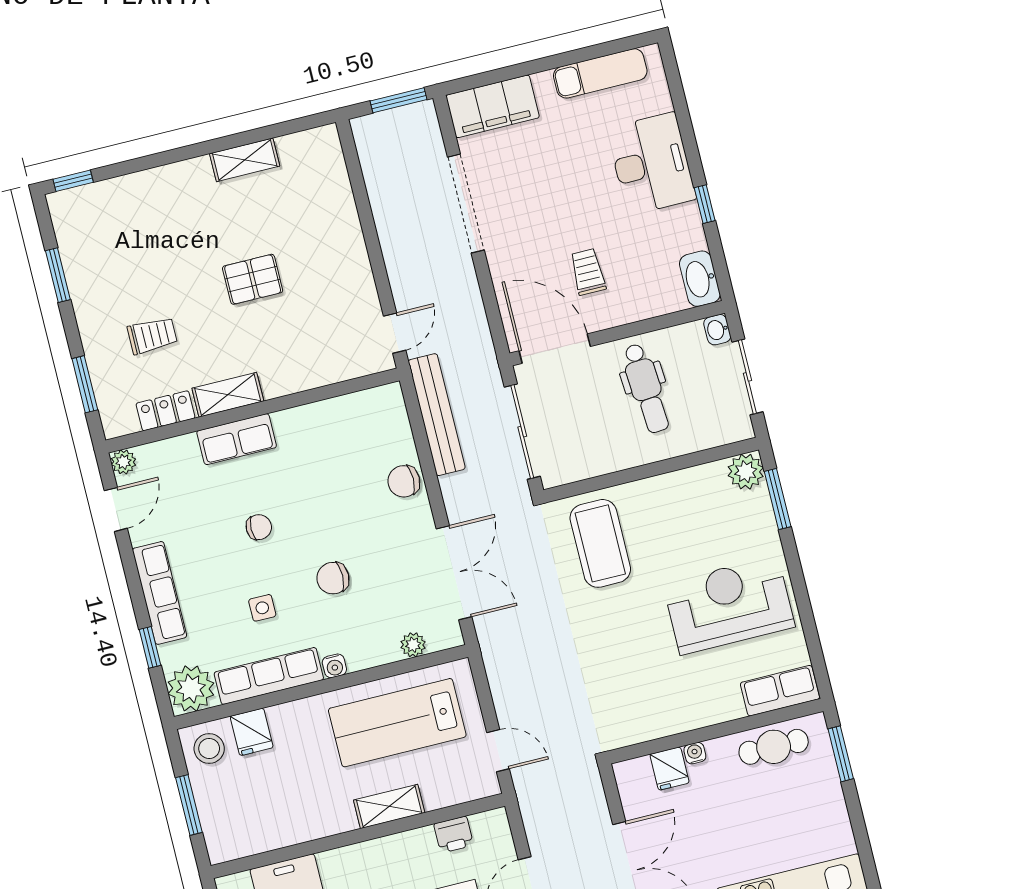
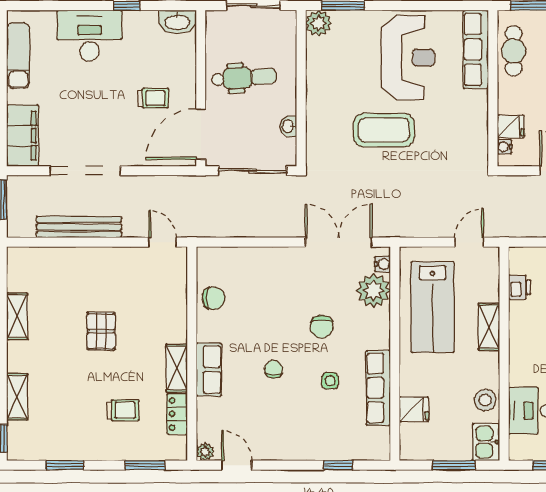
shelving: (135, 187) -> (17, 397), added
trolley: (588, 272) -> (153, 98), turned 180
washbasin: (717, 330) -> (288, 126), moved, turned 90
trolley: (152, 336) -> (123, 410), turned 90
bench: (437, 415) -> (79, 227), moved
chair: (404, 481) -> (214, 298), moved, turned -90
coffee table: (600, 543) -> (384, 130), moved
row of seats: (160, 593) -> (302, 449), removed
reception desk: (729, 605) -> (408, 58), turned 180
plant: (413, 645) -> (373, 291), width x1.87, depth x1.87
water cooler: (334, 666) -> (382, 264), moved
plant: (191, 688) -> (374, 444), removed
row of seats: (780, 691) -> (476, 49), width x1.48
stool: (209, 748) -> (485, 400), moved
water cooler: (695, 753) -> (505, 147), moved
kitchen sink: (231, 841) -> (486, 442), added

